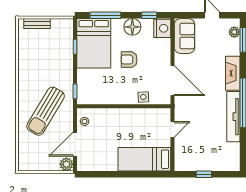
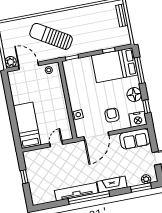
armchair: (129, 60) -> (112, 115), moved
door: (172, 129) -> (56, 144), swing flipped

